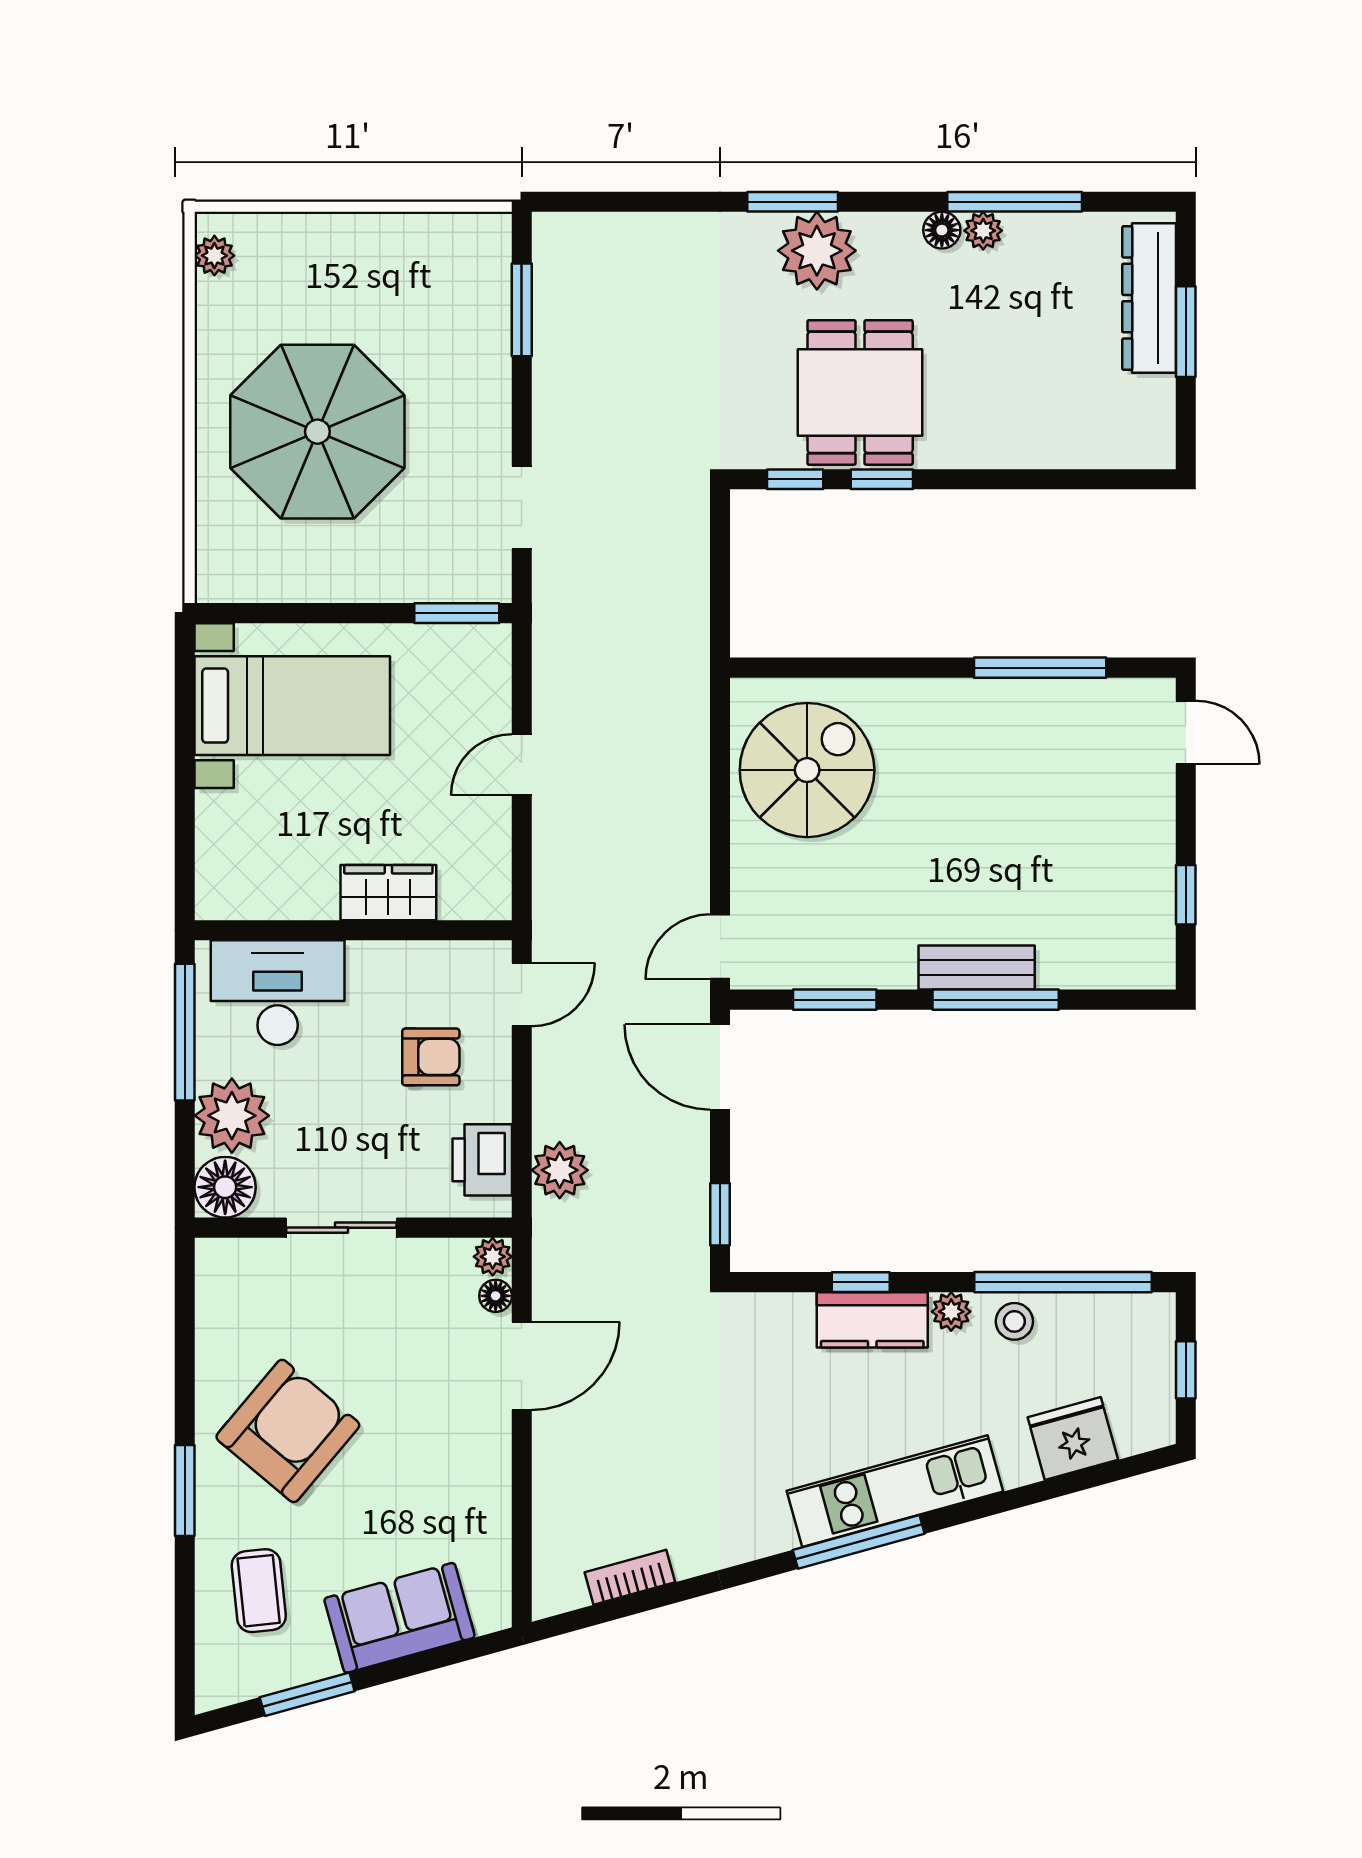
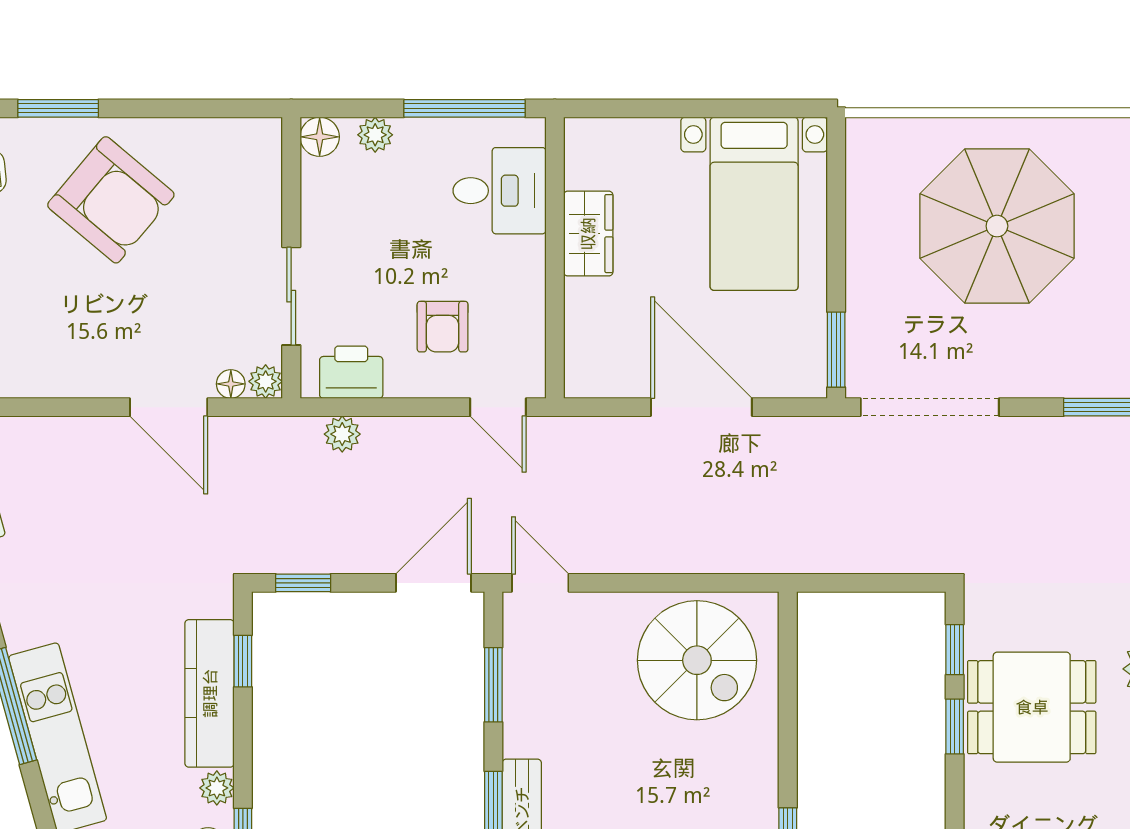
doorway: (522, 507) -> (930, 407), width x1.87
door: (522, 765) -> (701, 407), width x1.88
wardrobe: (388, 893) -> (588, 234), moved
desk: (278, 993) -> (500, 191), width x0.73
plant: (232, 1116) -> (375, 135), width x0.53, depth x0.53
plant: (560, 1170) -> (342, 434), width x0.73, depth x0.73
floor lamp: (225, 1187) -> (320, 137), width x0.73, depth x0.73
sliding door: (341, 1228) -> (291, 296), moved
window: (861, 1282) -> (243, 661), moved
kitchen counter: (872, 1320) -> (210, 693), width x1.50

